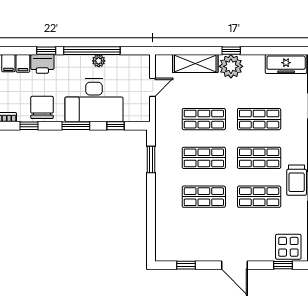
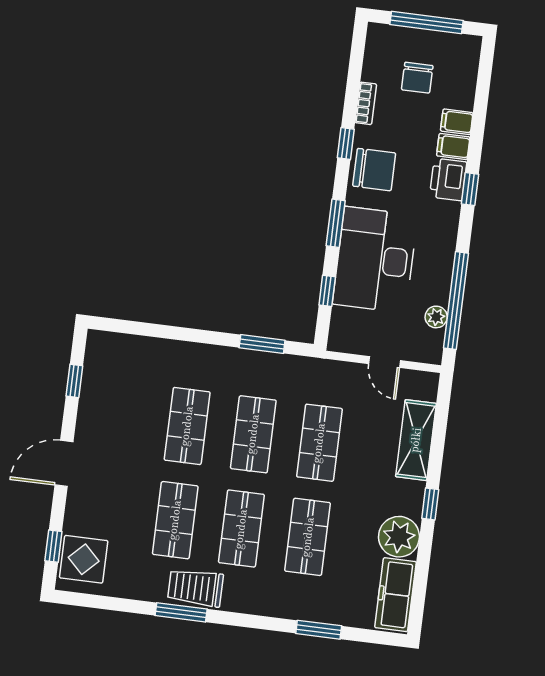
window: (92, 51) -> (456, 301), moved
plant: (99, 61) -> (436, 317), moved
plant: (231, 66) -> (399, 537), moved

